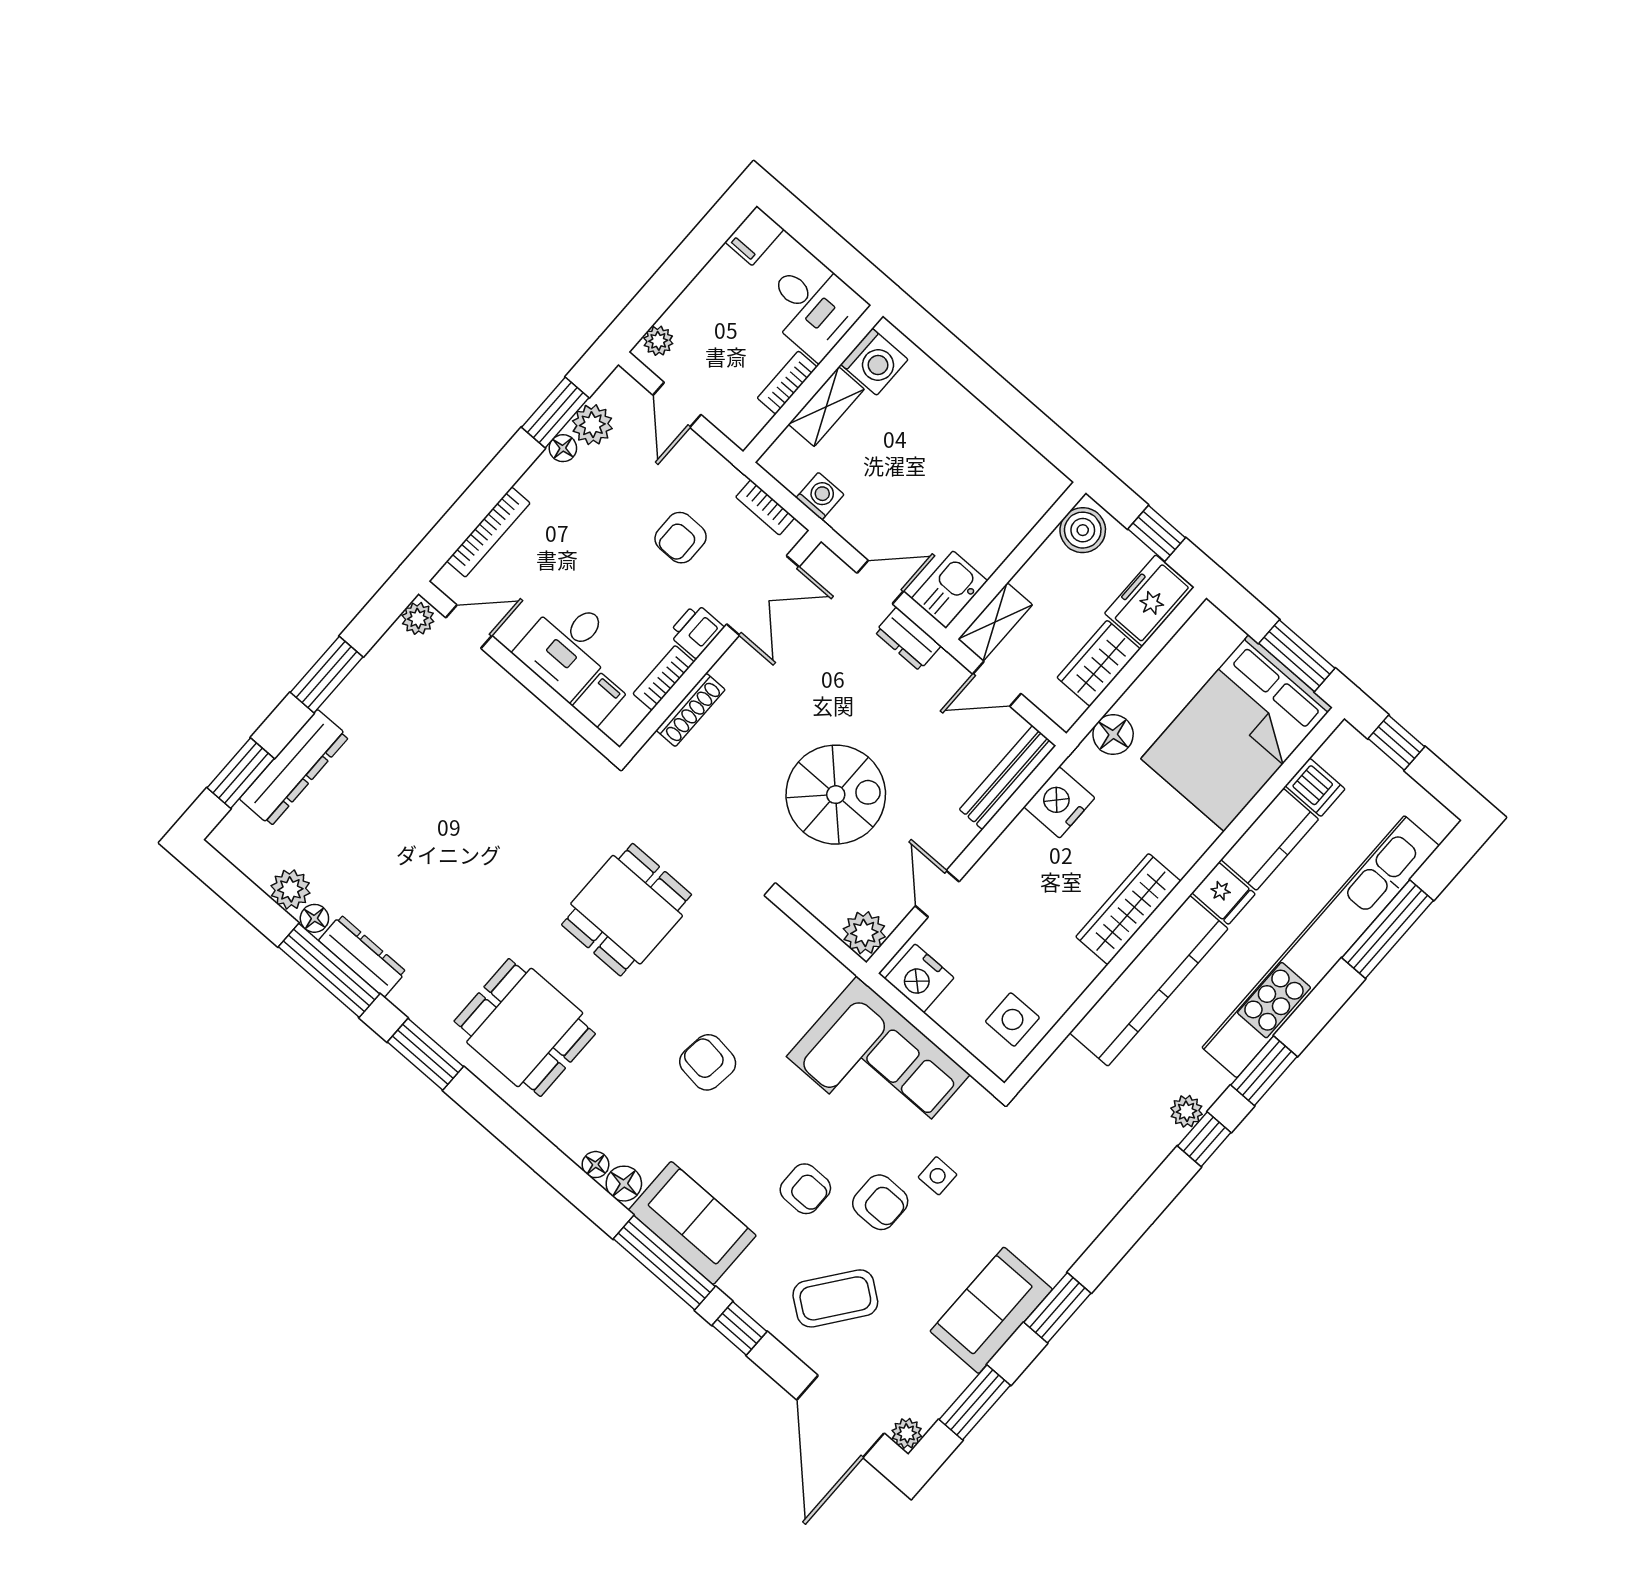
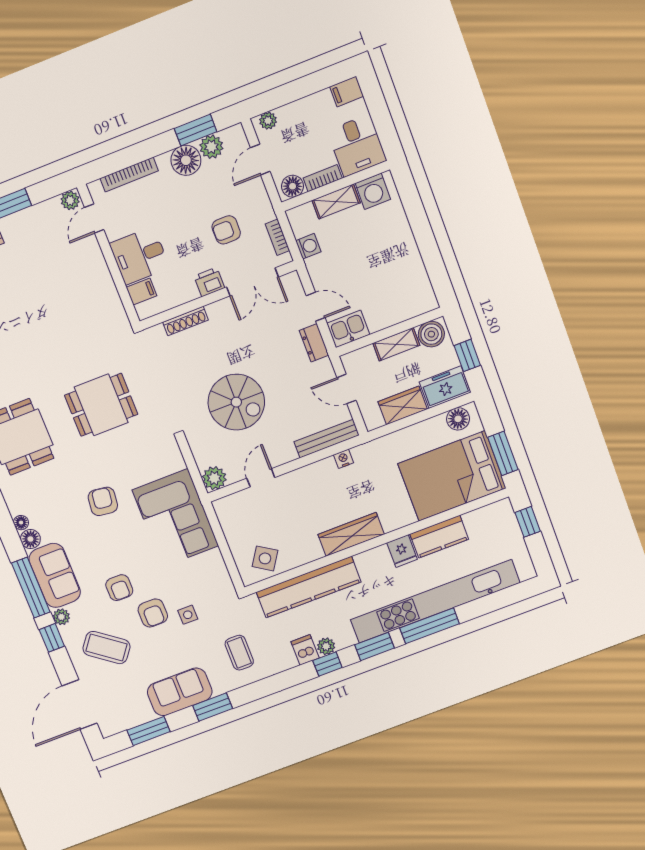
floor lamp: (747, 419) -> (293, 186), added
floor lamp: (563, 448) -> (186, 160), width x1.89, depth x1.89
shelving: (995, 622) -> (396, 344), moved
door: (469, 627) -> (94, 219), swing flipped
bookcase: (664, 678) -> (180, 297), removed
floor lamp: (1113, 734) -> (458, 419), moved
dishwasher: (1315, 787) -> (305, 650), moved, turned 180
nightstand: (1059, 802) -> (343, 459), width x0.53, depth x0.56
window: (1388, 929) -> (429, 626), moved
nightstand: (919, 978) -> (230, 515), removed
kitchen counter: (1149, 981) -> (309, 587), moved
side table: (1012, 1020) -> (265, 558), turned 33
corner sofa: (878, 1066) -> (175, 518), moved
coffee table: (1053, 1195) -> (239, 653), added
plant: (907, 1433) -> (61, 617), moved

